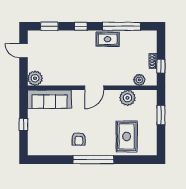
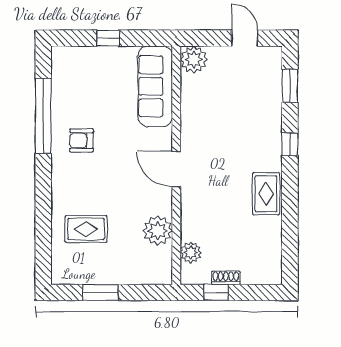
window: (121, 26) -> (290, 219), removed
door: (23, 51) -> (245, 38), hinge flipped
window: (161, 115) -> (100, 292), moved
rug: (127, 136) -> (86, 229), width x0.73, depth x0.70
window: (93, 160) -> (43, 116), moved

